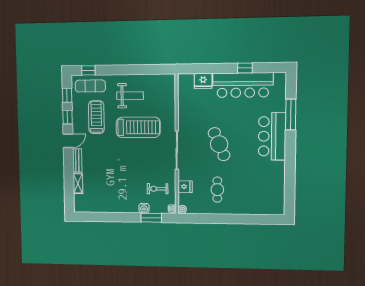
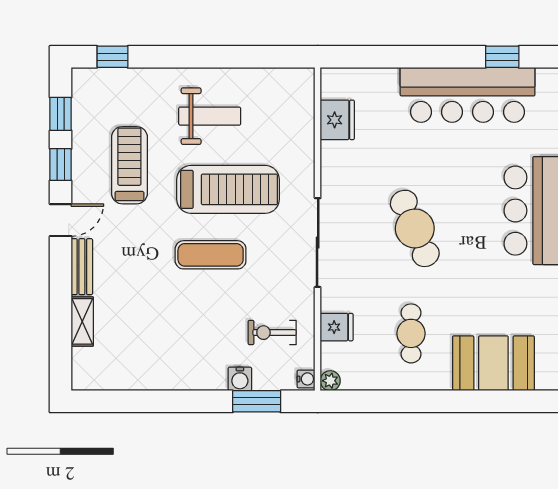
window: (245, 68) -> (502, 57), moved
fridge: (203, 81) -> (337, 120), moved, turned -90
exercise mat: (90, 86) -> (211, 255), moved
booth: (253, 203) -> (493, 363), added

